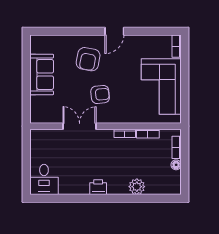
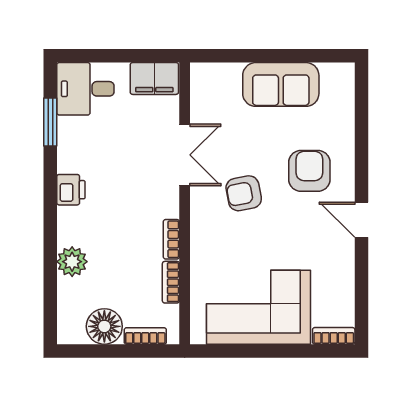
armchair: (88, 59) -> (309, 171), turned 79
armchair: (100, 94) -> (244, 193), turned 85
filing cabinet: (38, 142) -> (154, 78), added
floor lamp: (176, 165) -> (104, 326), width x1.89, depth x1.89
window: (62, 198) -> (50, 122), added

